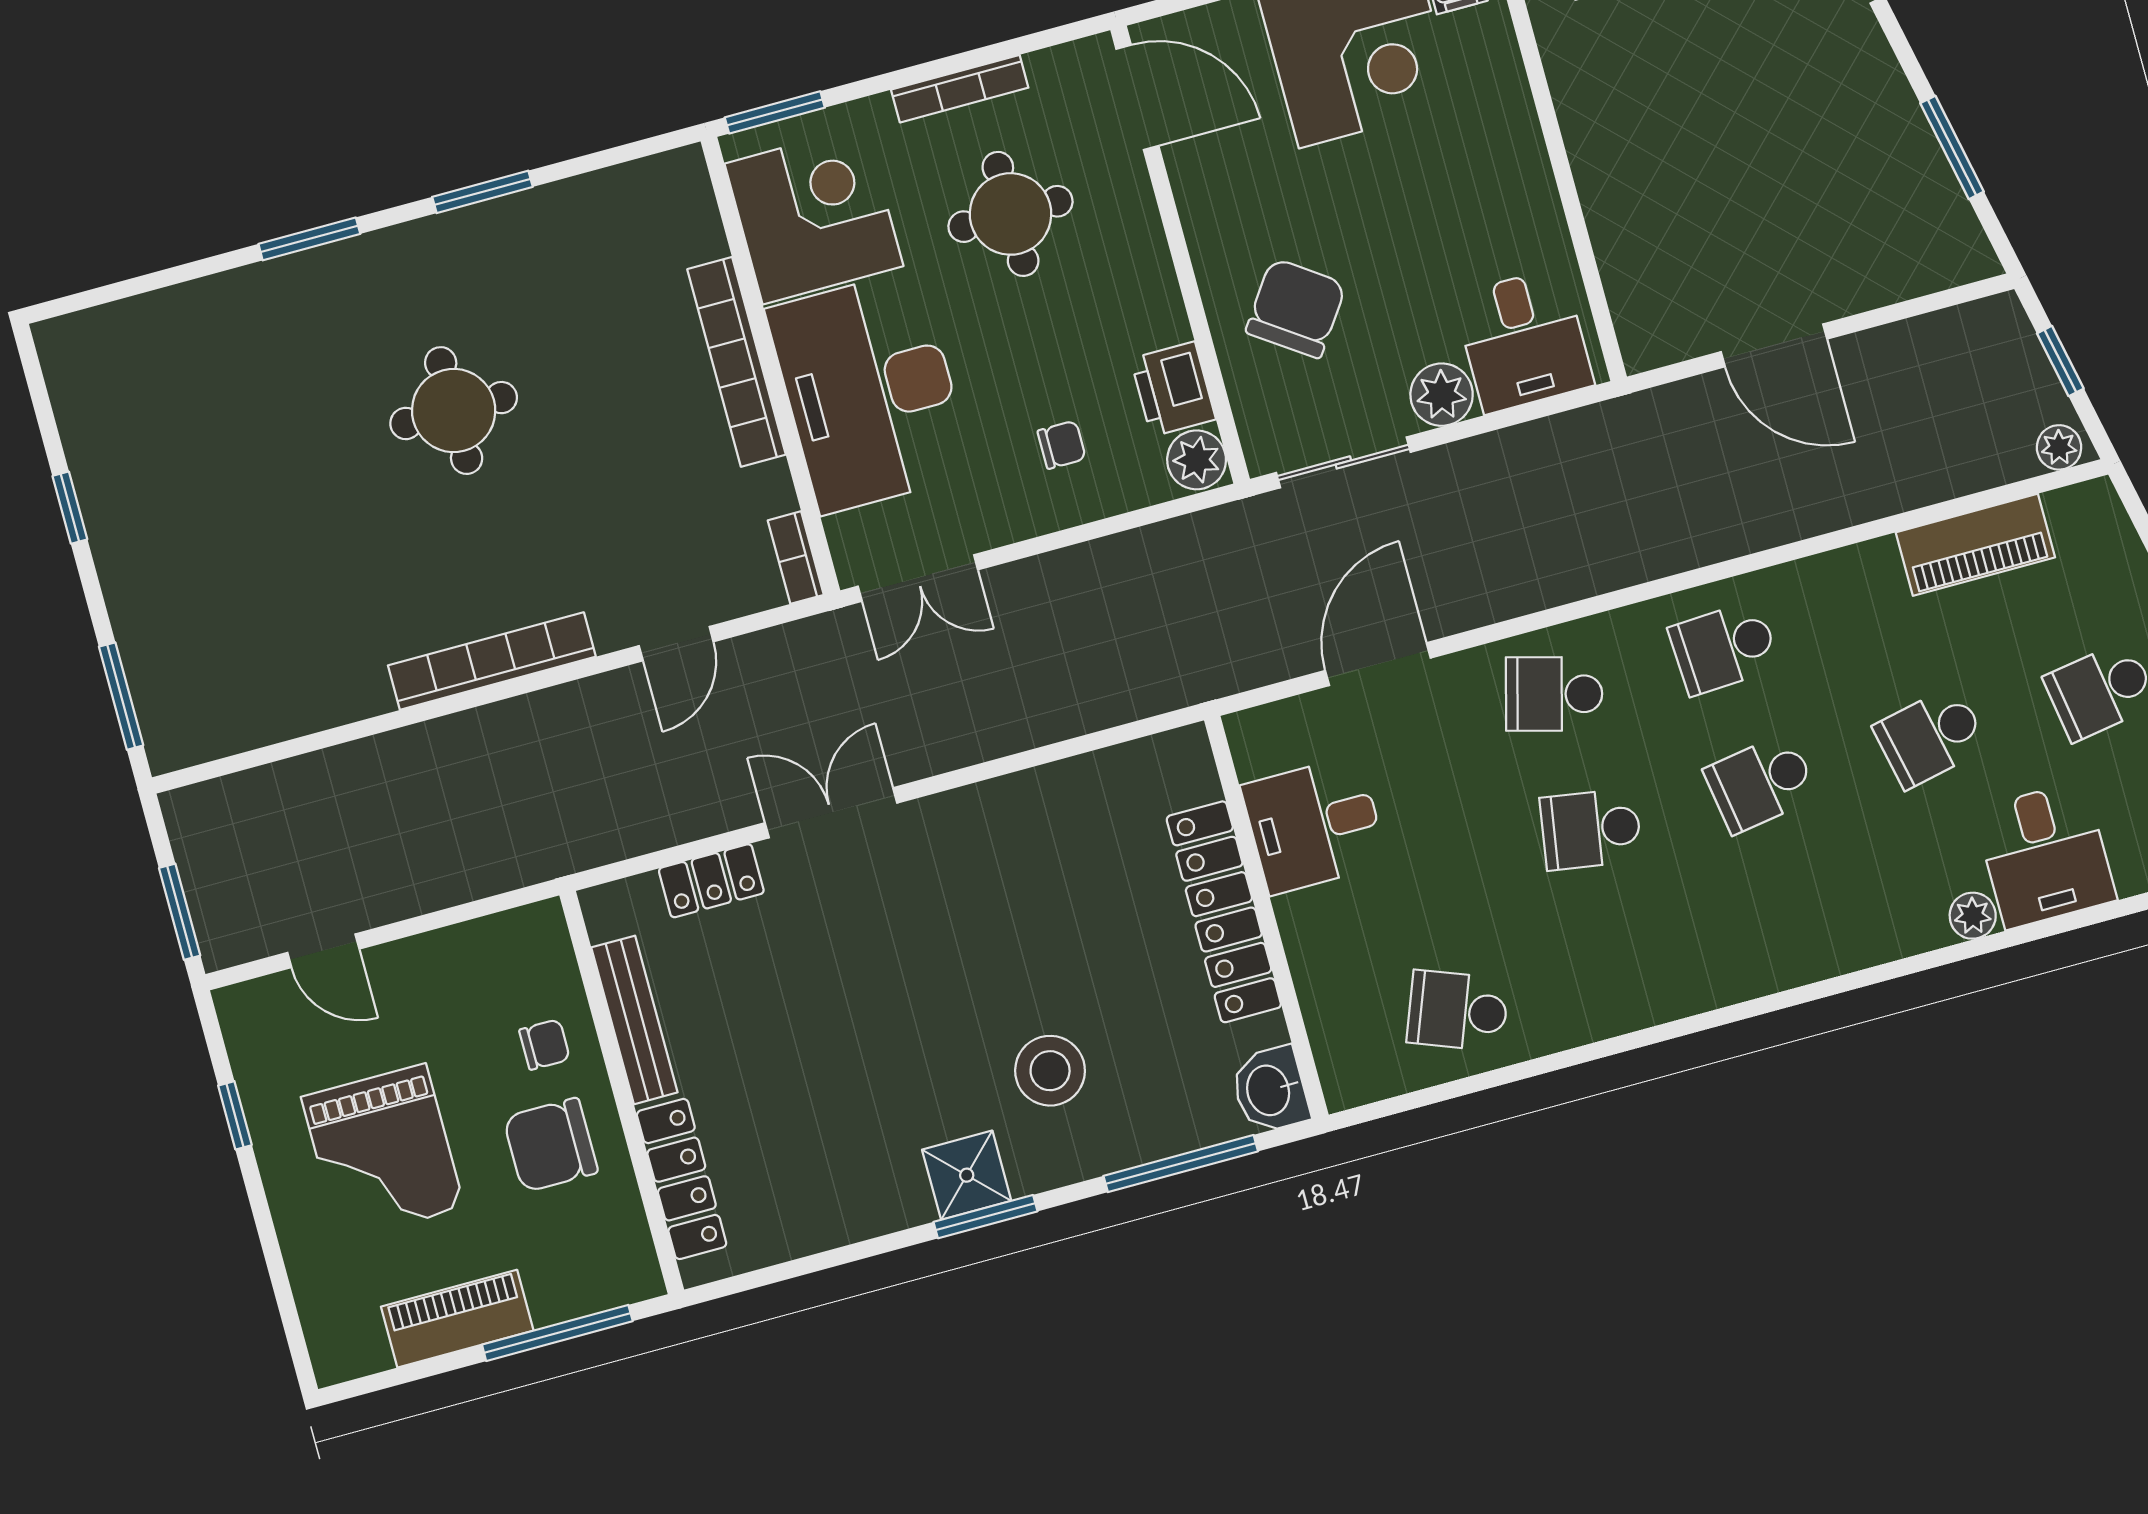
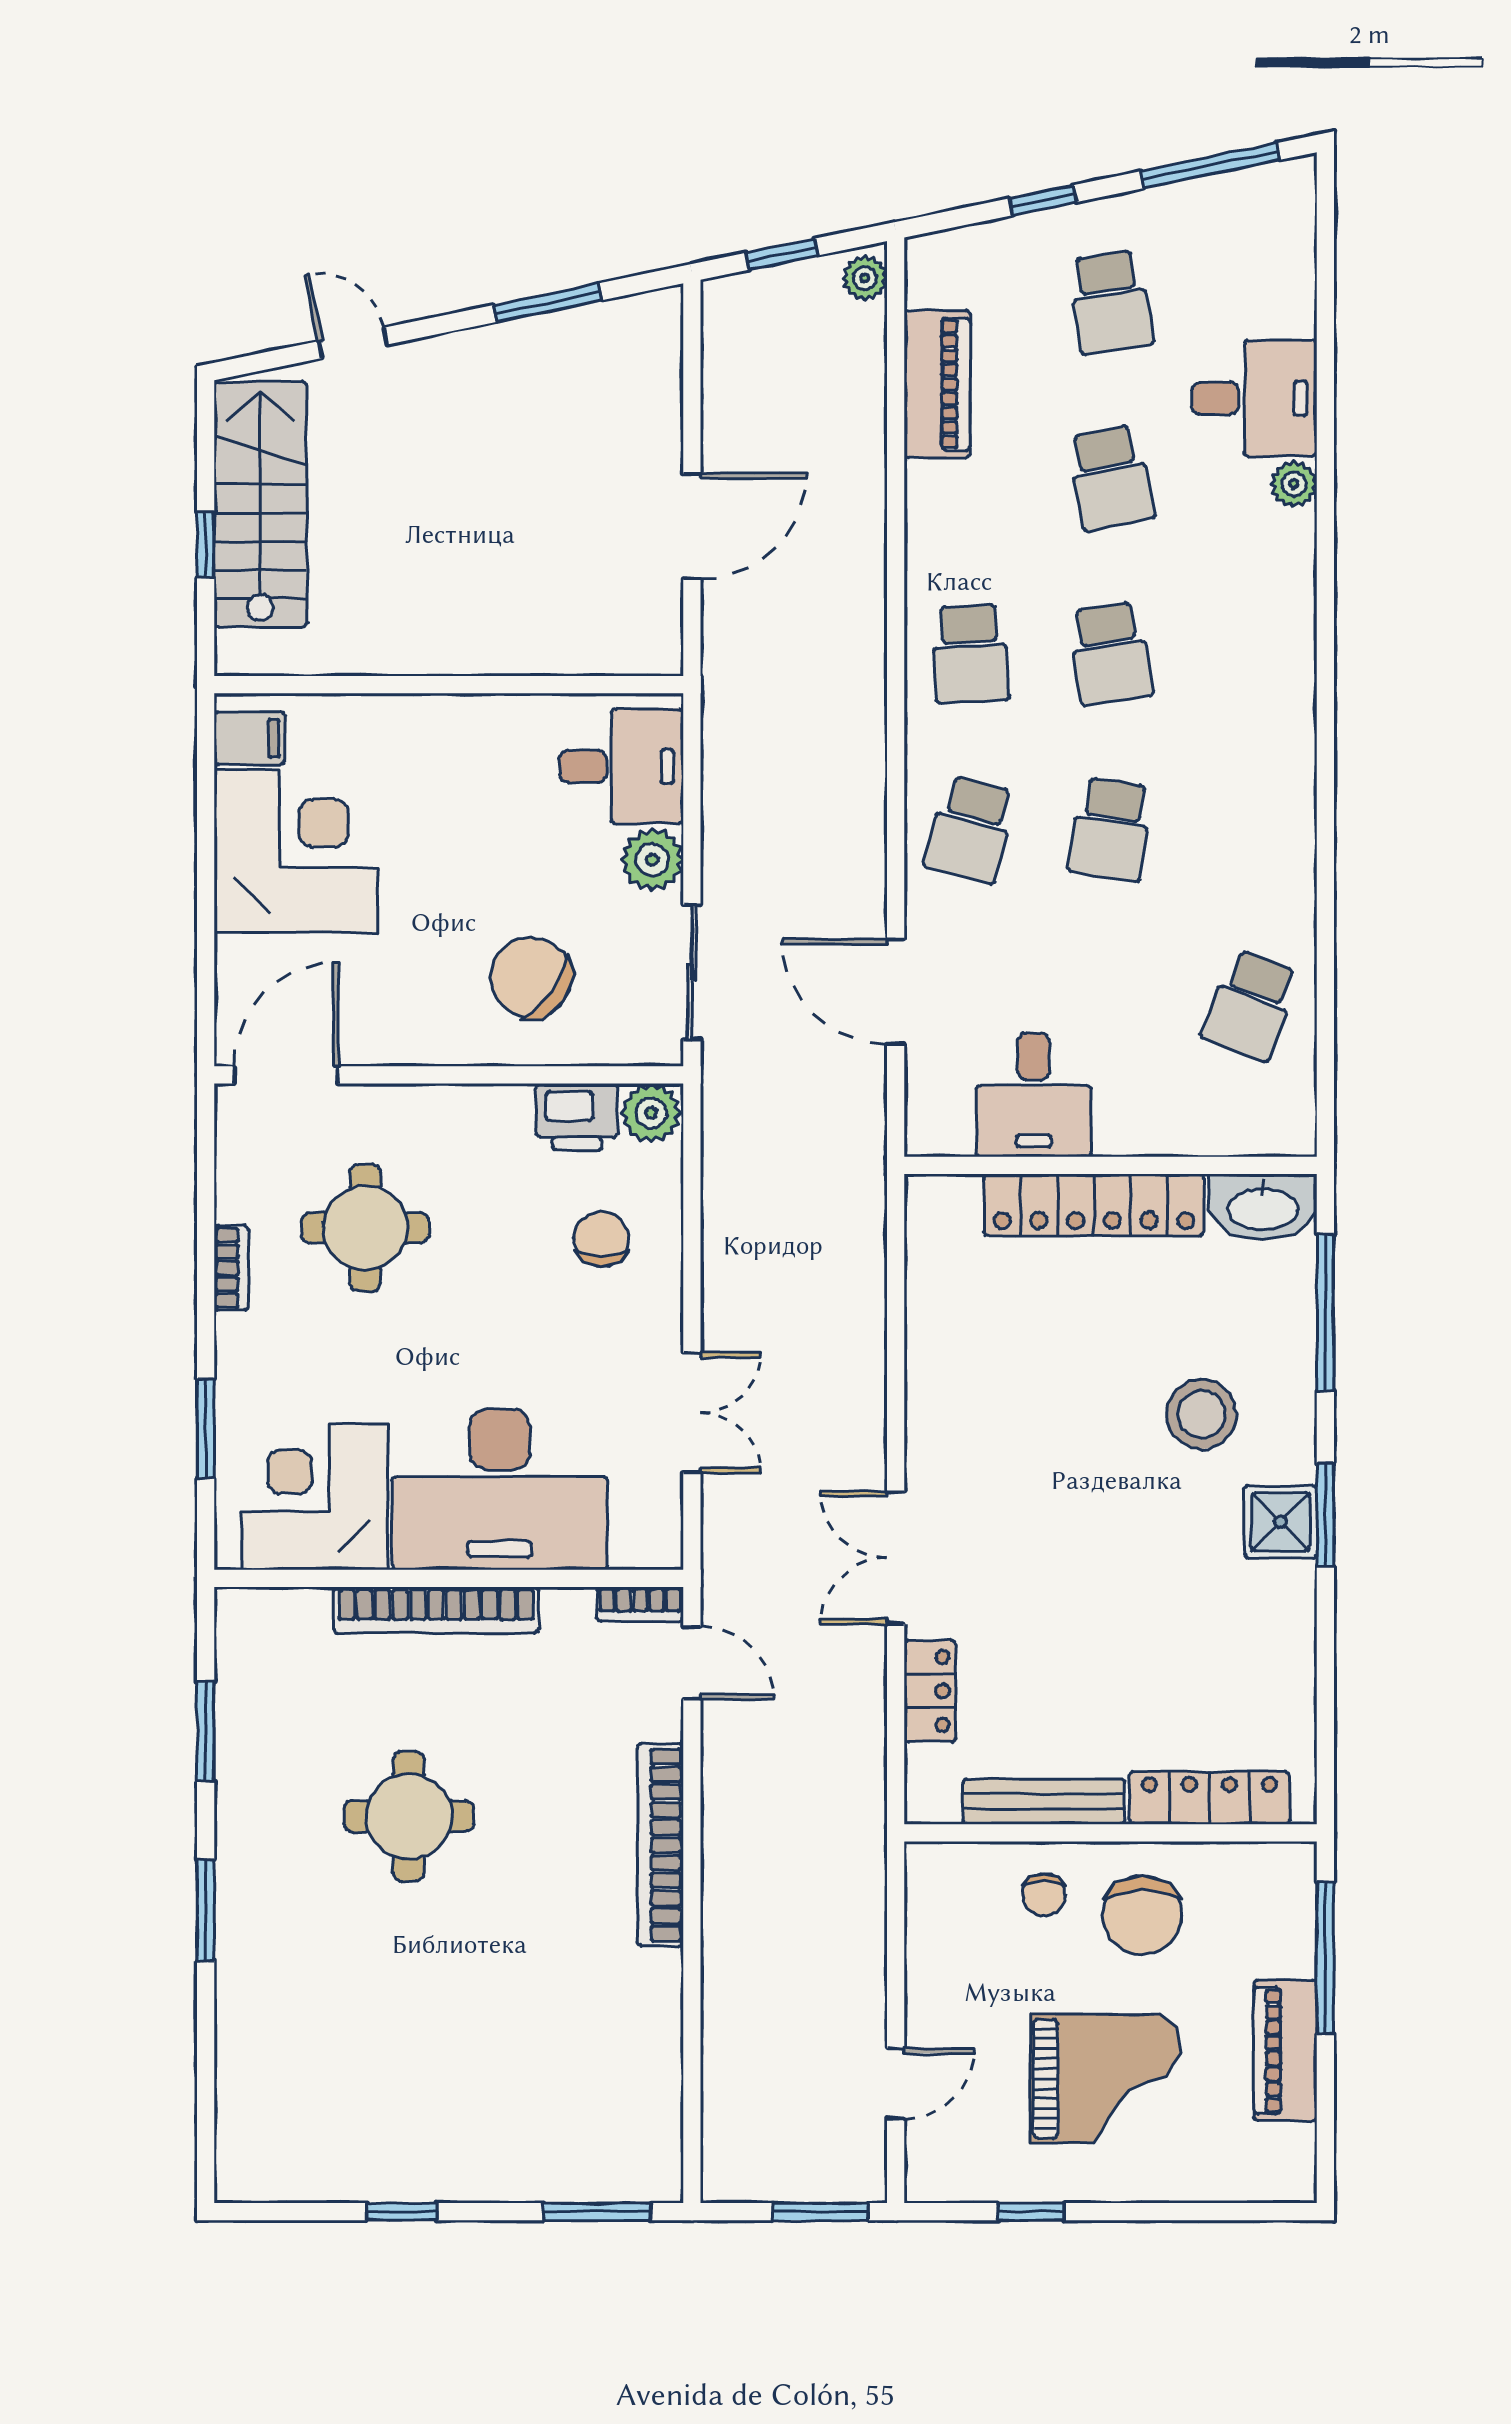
bookcase: (960, 89) -> (231, 1268), width x0.64
corner desk: (814, 215) -> (315, 1497), moved
bookcase: (736, 362) -> (436, 1610), moved
wall: (770, 366) -> (449, 1578), moved
desk: (870, 392) -> (500, 1489), moved
chair: (1062, 445) -> (601, 1239), width x1.37, depth x1.37
bookcase: (796, 558) -> (640, 1604), moved
chair: (545, 1045) -> (1044, 1895), turned 180
washbasin: (1270, 1090) -> (1263, 1207), width x1.38

